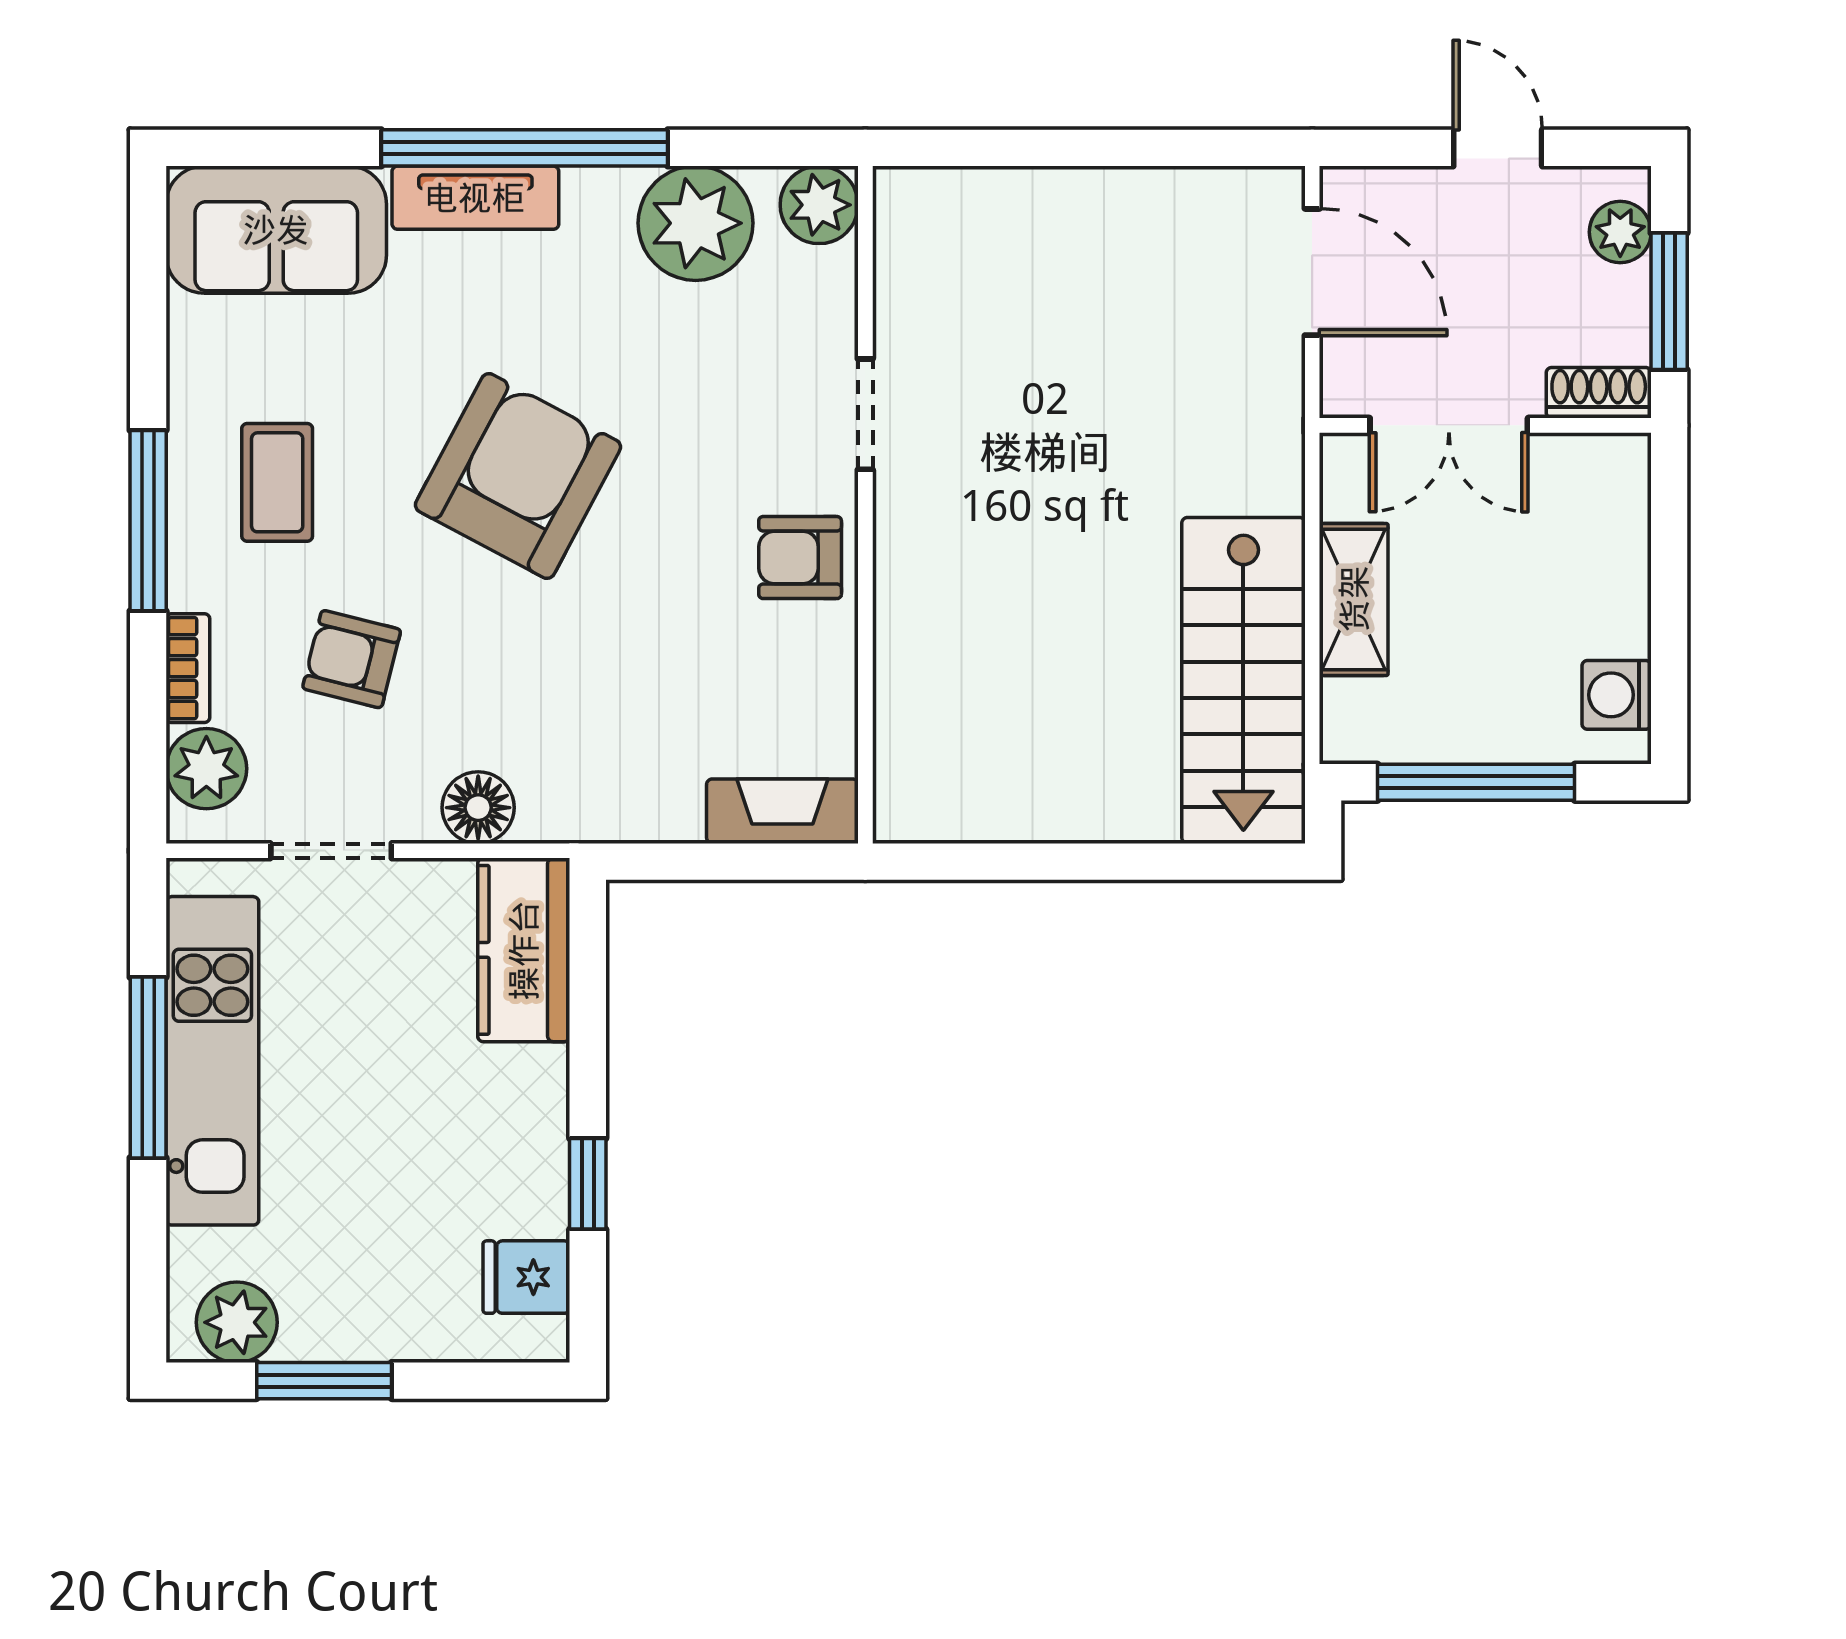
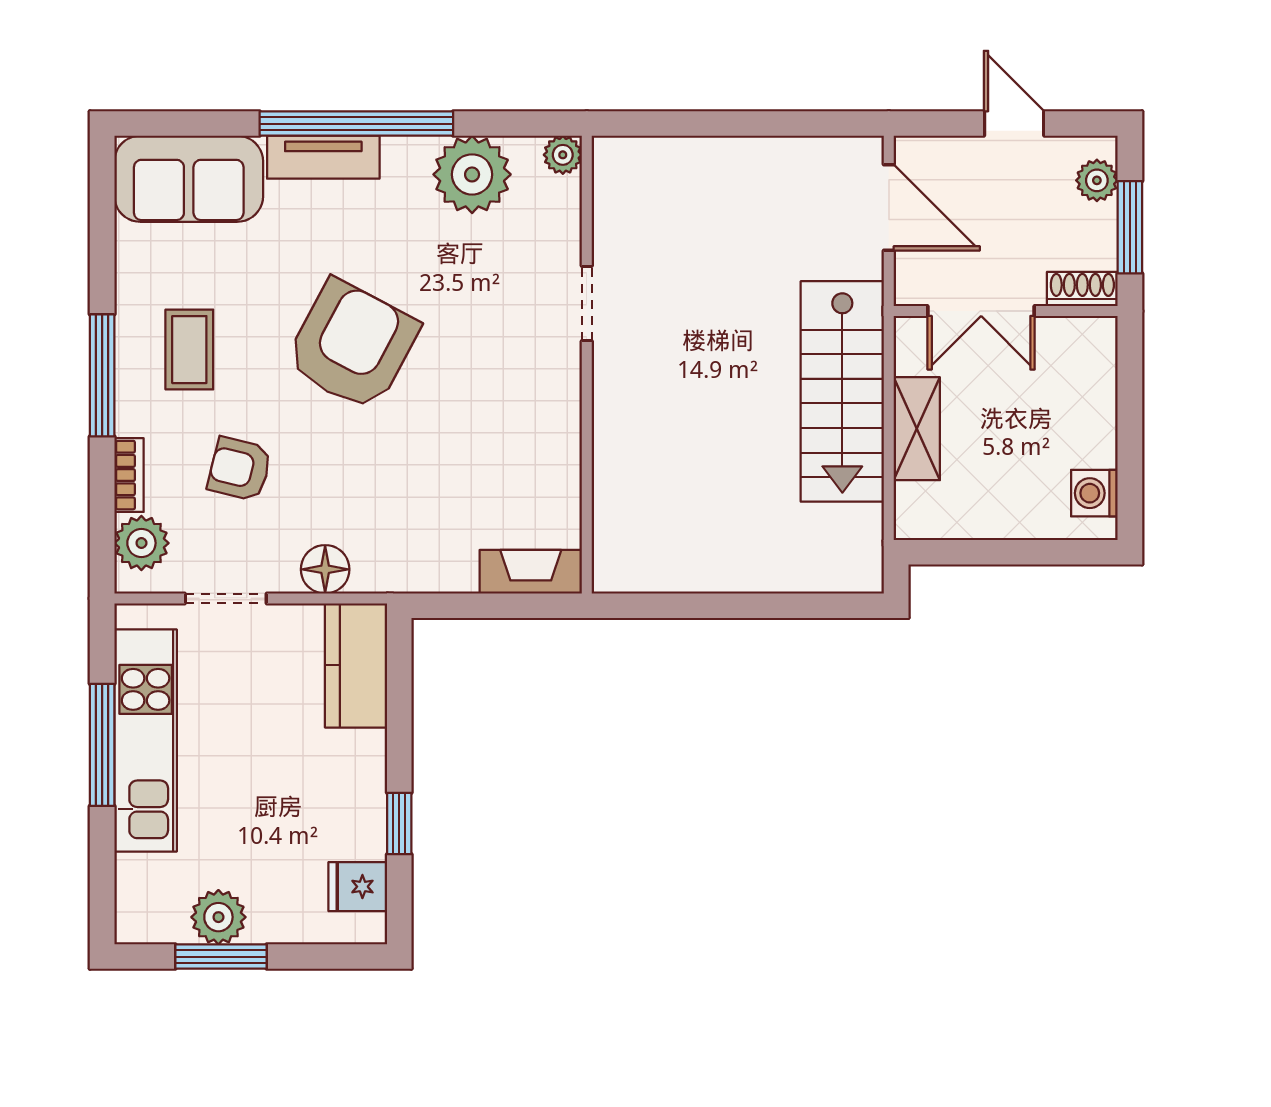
plant: (819, 205) -> (563, 155), width x0.73, depth x0.73
armchair: (800, 558) -> (543, 400), removed
stairs: (1243, 680) -> (842, 391), moved
window: (1476, 782) -> (999, 552), removed
plant: (237, 1322) -> (218, 917), moved

